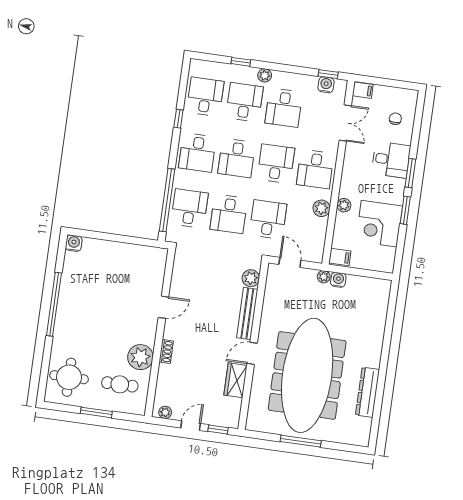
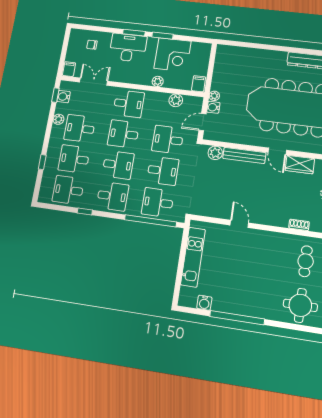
plant: (265, 75) -> (58, 119), moved
desk: (284, 108) -> (80, 128), turned 180
desk: (391, 160) -> (128, 48), width x1.37
plant: (322, 208) -> (176, 100), moved
water cooler: (74, 243) -> (204, 303), moved, turned -90
kitchen unit: (124, 252) -> (193, 257), added
water cooler: (338, 280) -> (213, 107), moved
shoe rack: (166, 351) -> (299, 225), moved
plant: (140, 357) -> (282, 243), removed

